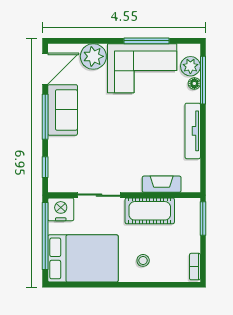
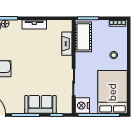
sofa: (63, 110) -> (40, 104), moved
tv unit: (193, 131) -> (34, 25), width x0.71
cot: (150, 211) -> (83, 37), moved

